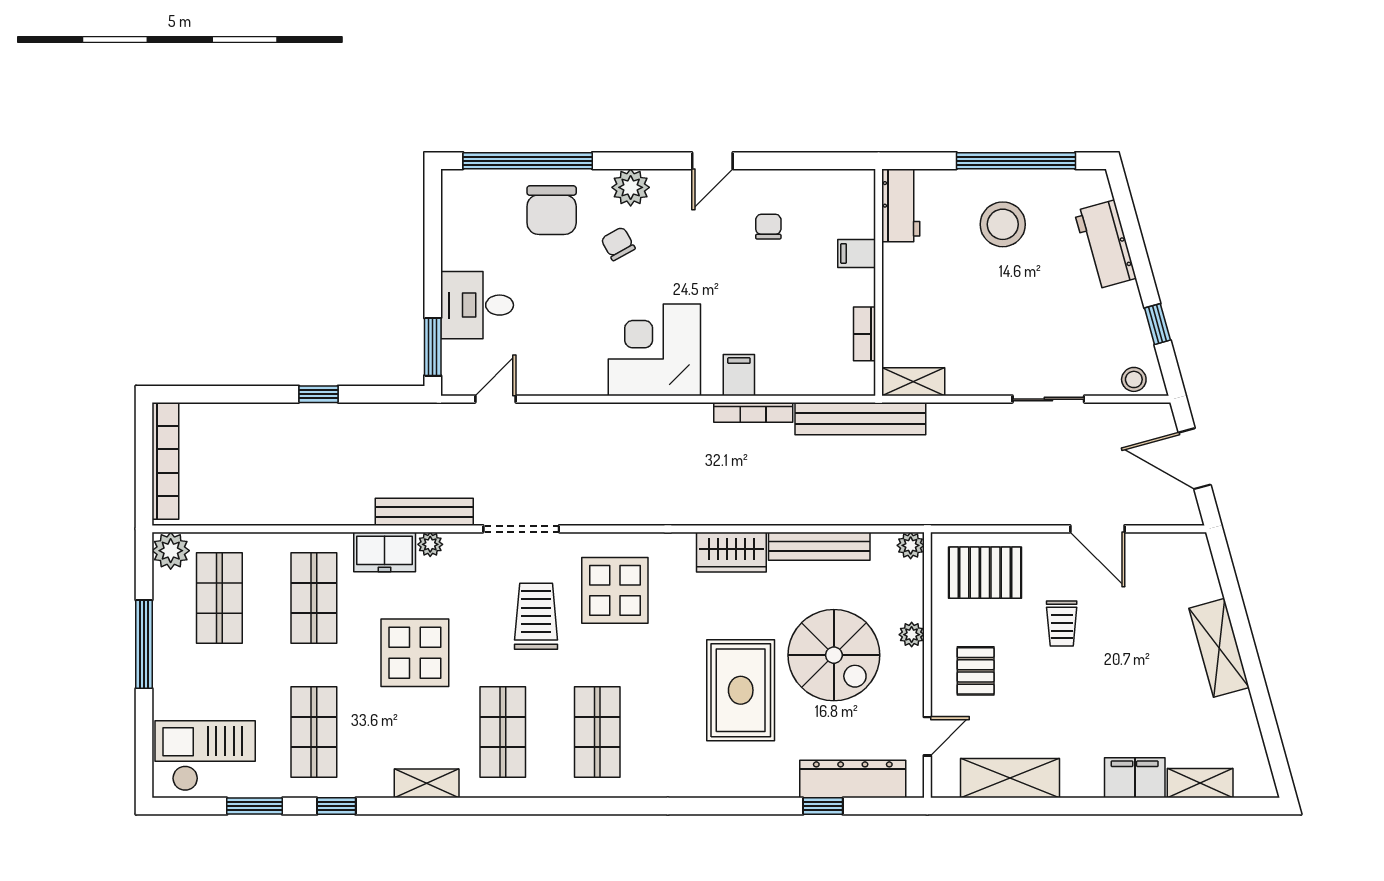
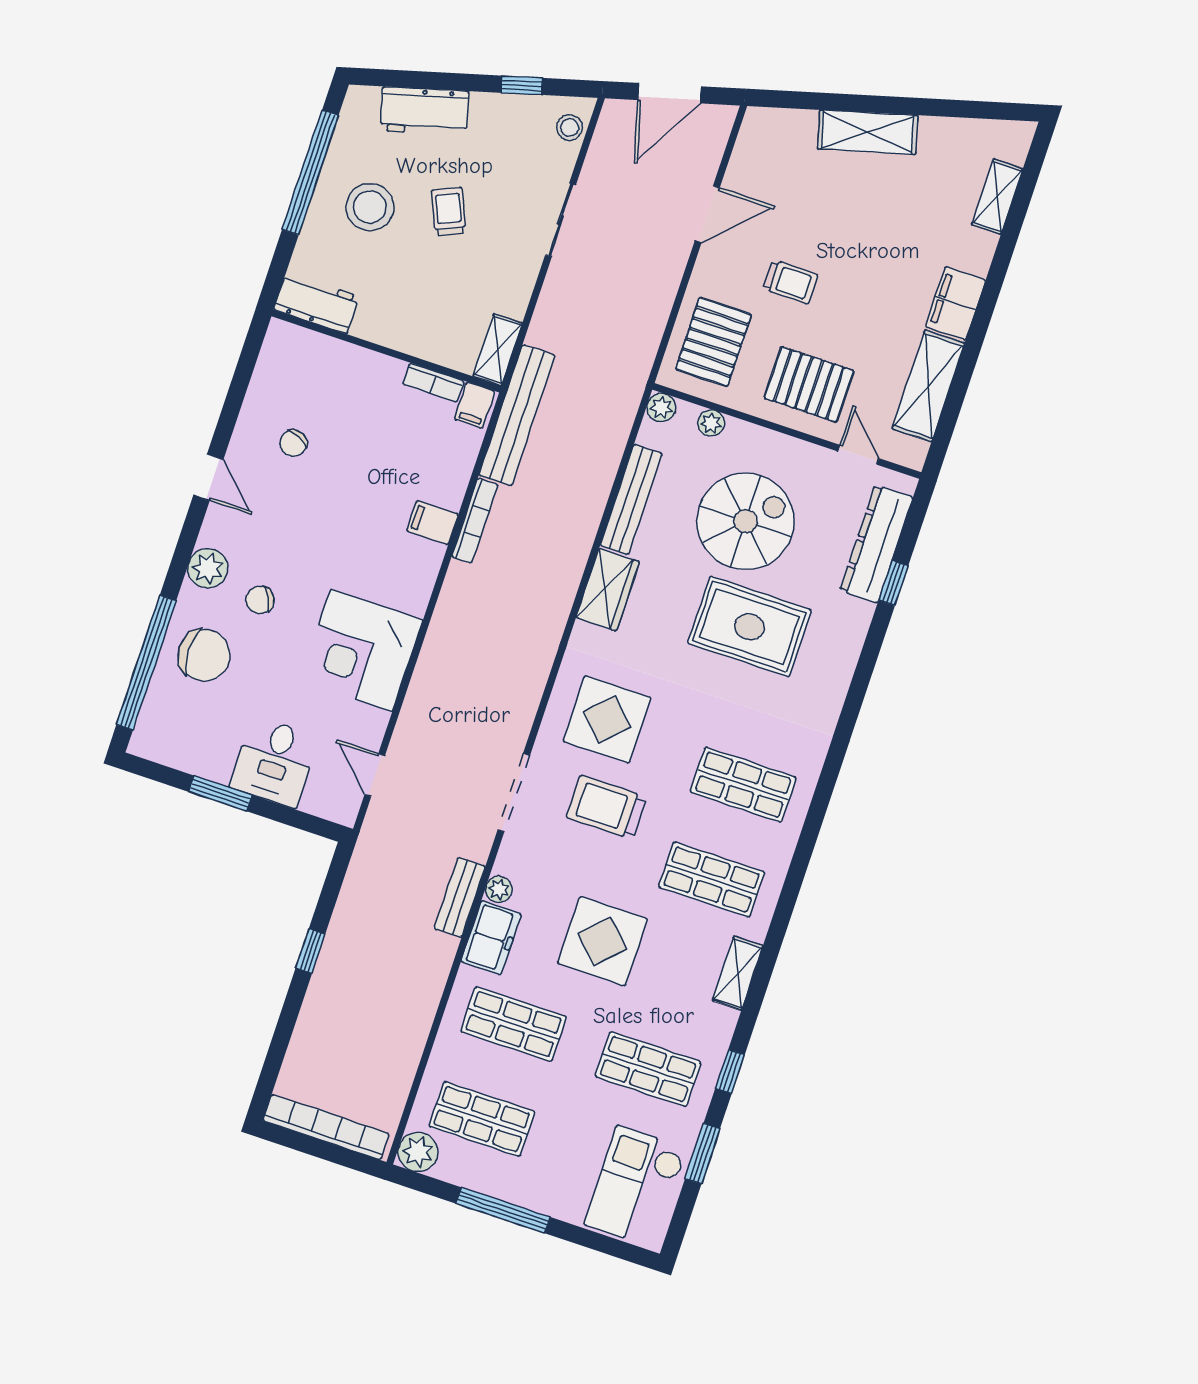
chair: (768, 227) -> (293, 443), turned -65
filing cabinet: (857, 253) -> (475, 405), moved
trolley: (1022, 296) -> (449, 212), added
window: (433, 347) -> (220, 793), moved
corner desk: (654, 350) -> (362, 650), moved
bench: (424, 512) -> (460, 897), width x0.73
plant: (912, 635) -> (711, 423), moved
pallet: (976, 671) -> (809, 384), width x1.50, depth x1.42
filing cabinet: (1135, 778) -> (956, 303), moved

